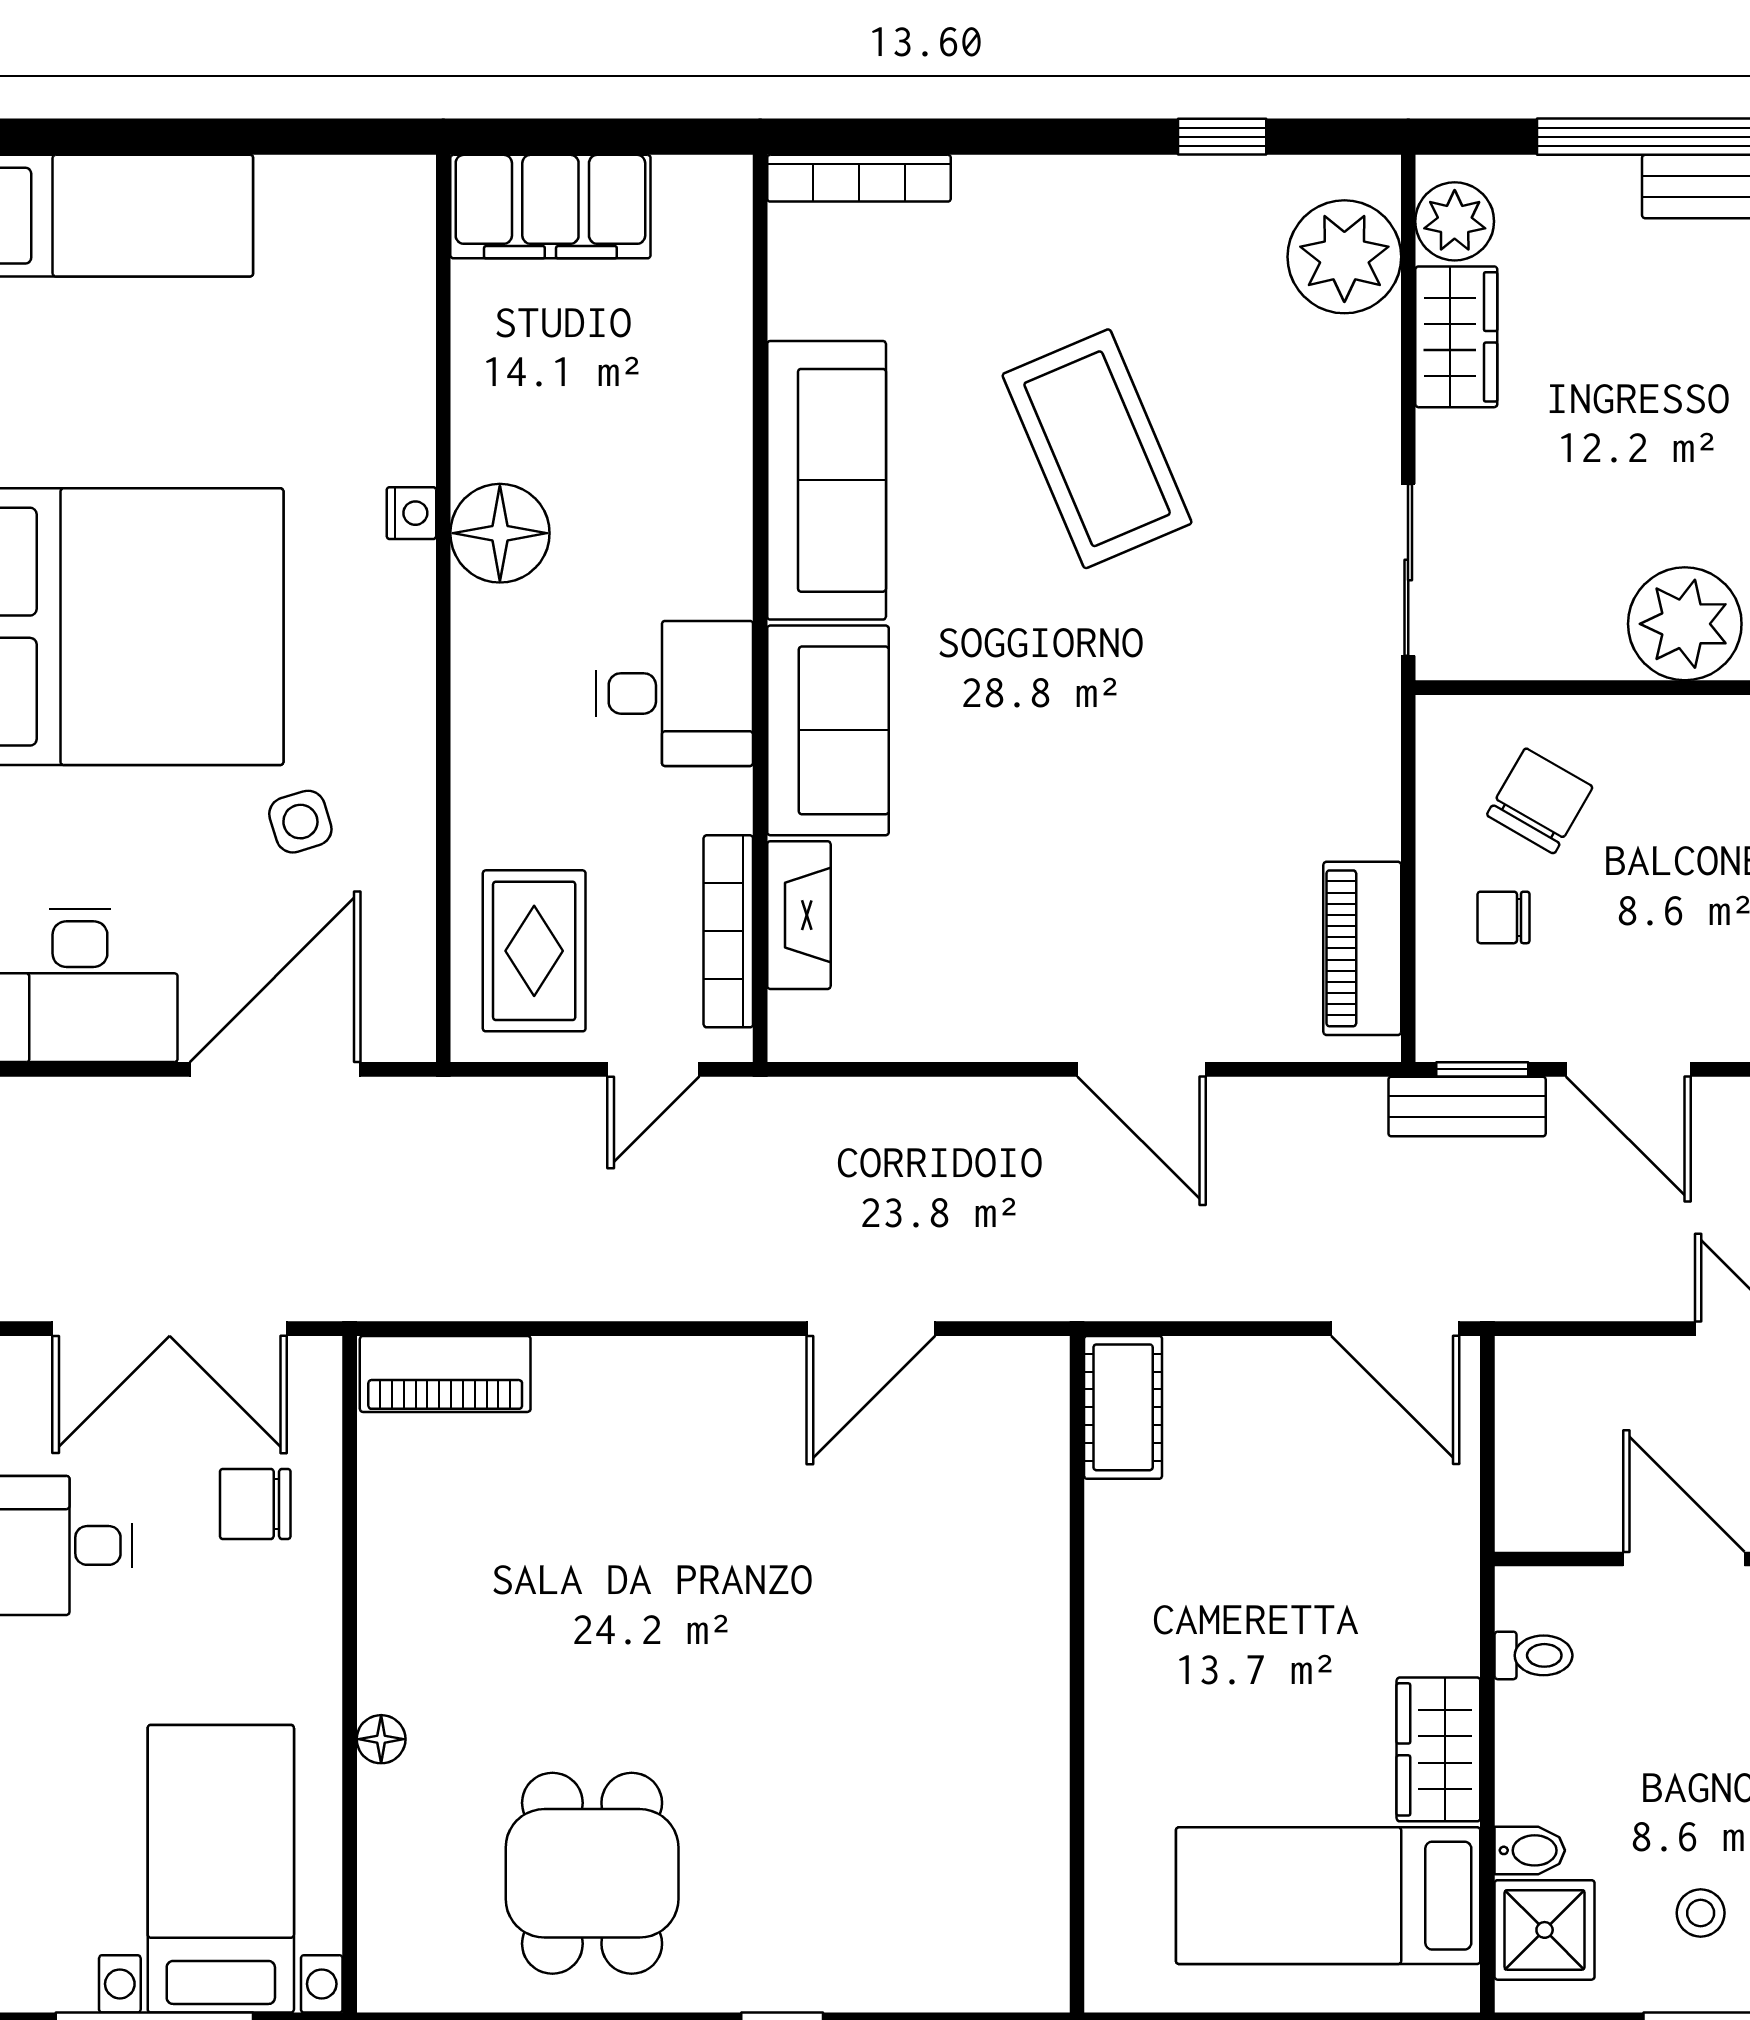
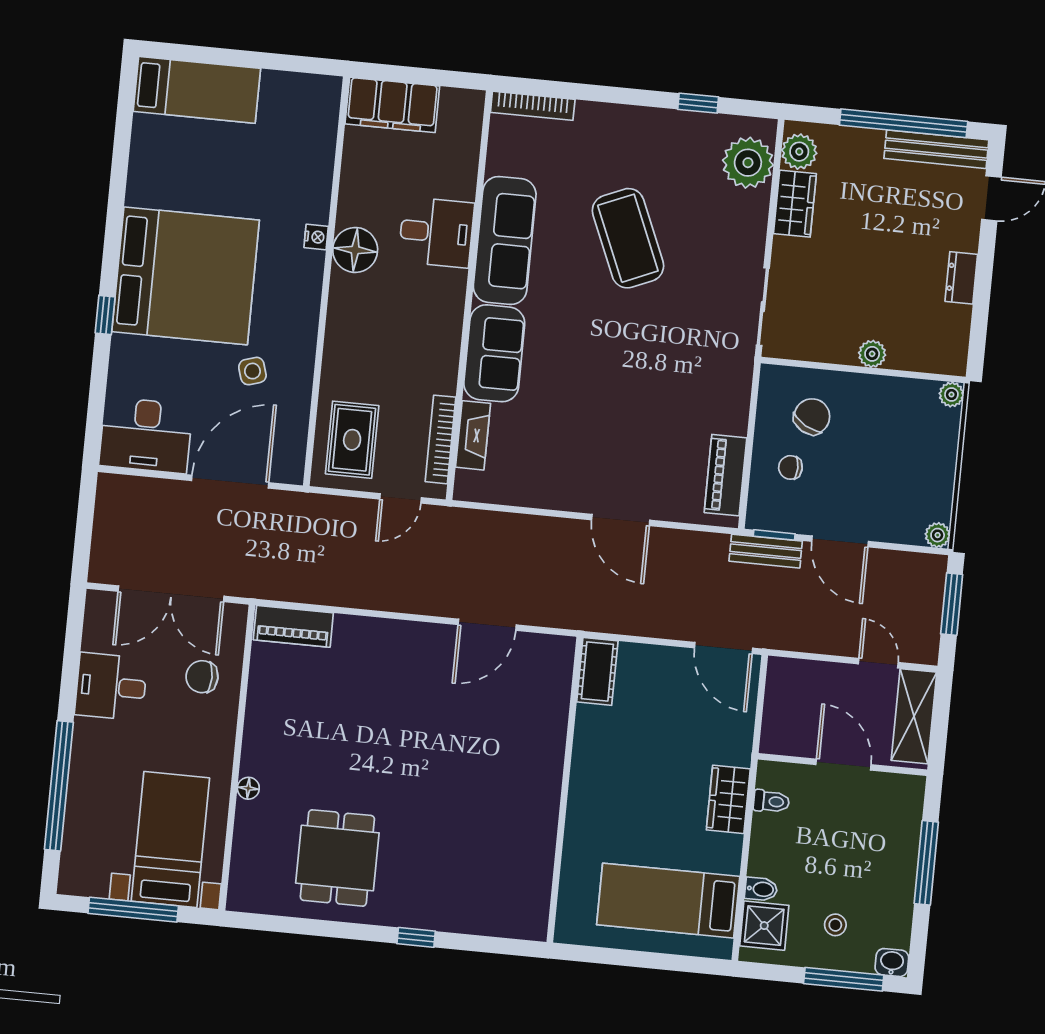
plant: (1685, 624) -> (872, 354), width x0.53, depth x0.53
desk: (675, 693) -> (436, 232), moved
wardrobe: (1438, 1749) -> (728, 799), moved

